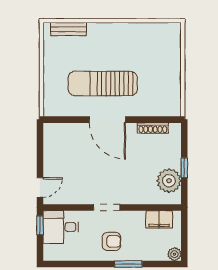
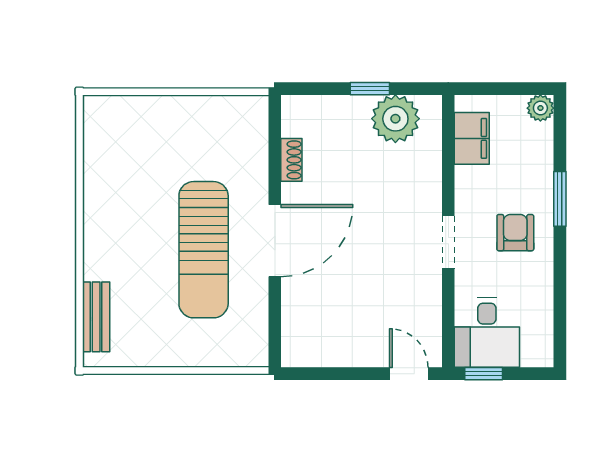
shoe rack: (153, 128) -> (291, 160), width x0.70

